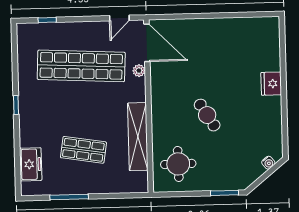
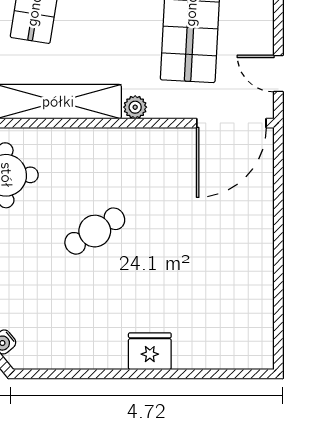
plant: (139, 71) -> (135, 107), moved

